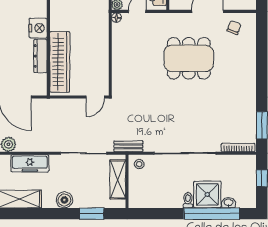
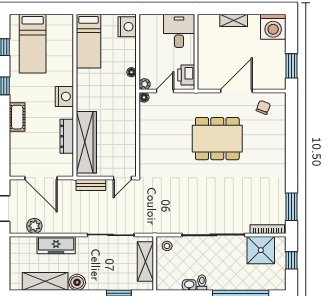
nightstand: (38, 28) -> (64, 96), moved
bench: (128, 146) -> (91, 185), moved
shower: (207, 194) -> (261, 250), moved
boiler: (64, 200) -> (77, 282), moved
toilet: (188, 200) -> (202, 283), moved
washbasin: (229, 203) -> (189, 285), moved

